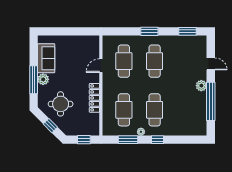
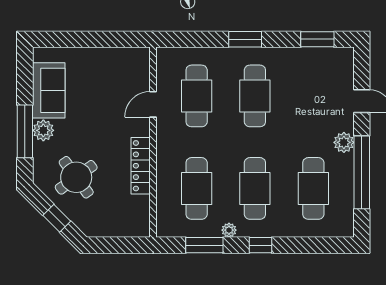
round table: (61, 104) -> (76, 177), turned -36
cafe table: (185, 110) -> (313, 188), added
window: (84, 140) -> (121, 245), removed

